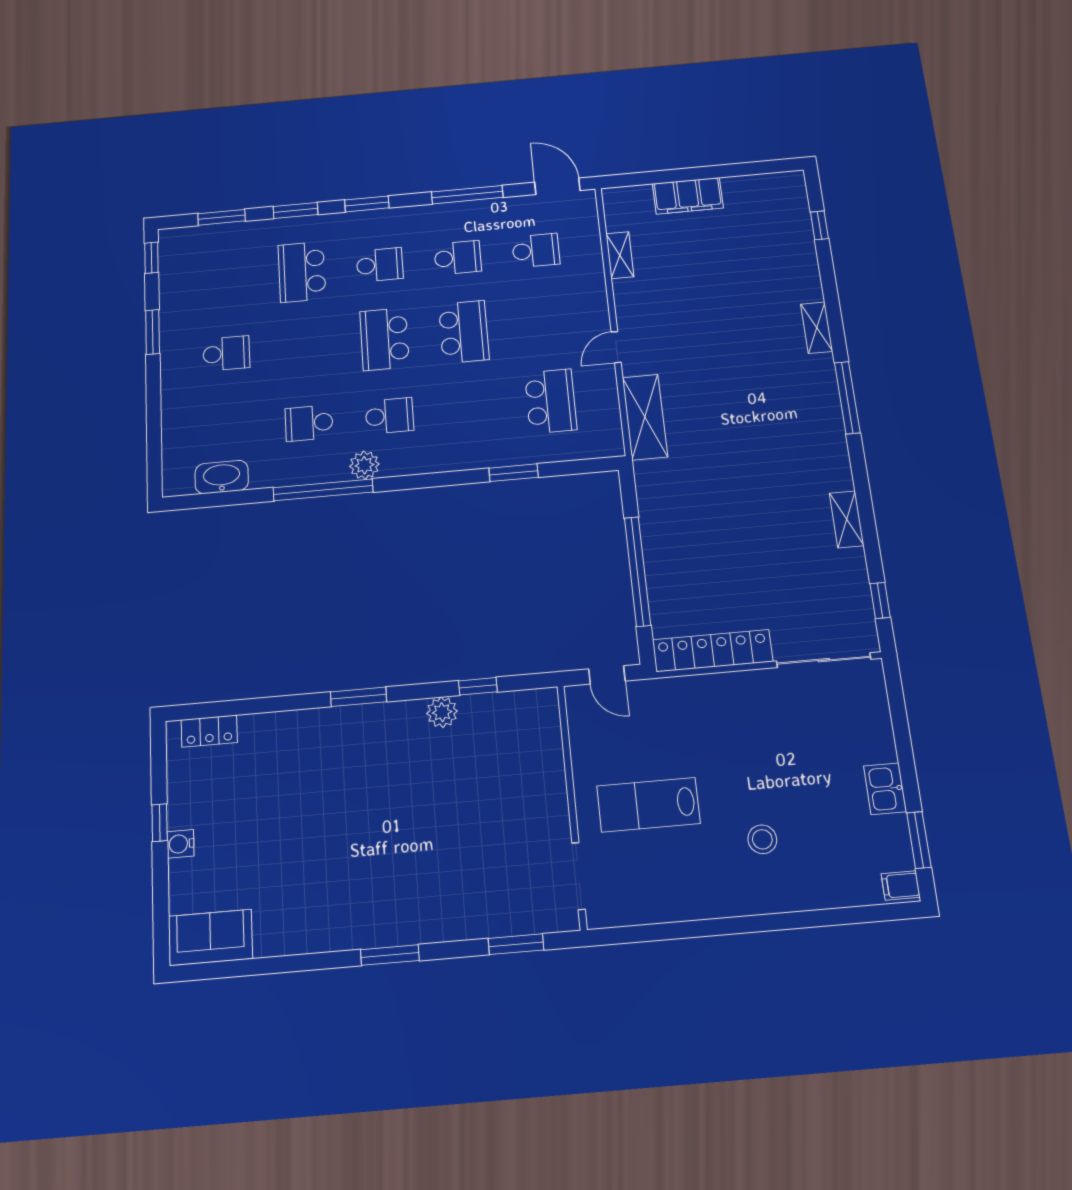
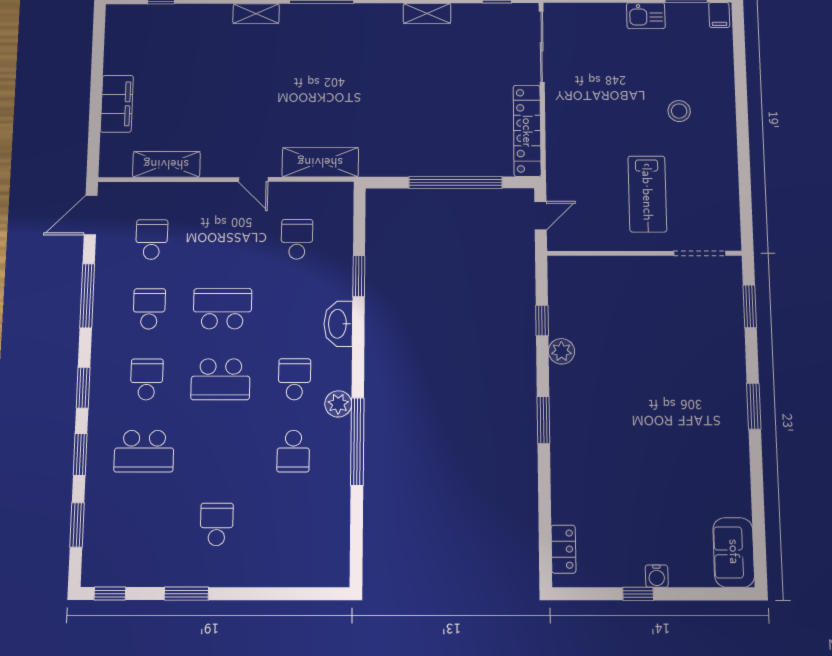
shelving: (620, 255) -> (166, 164), width x1.50, depth x1.33
school desk: (551, 401) -> (297, 239), width x0.54
washbasin: (222, 477) -> (338, 324), moved

